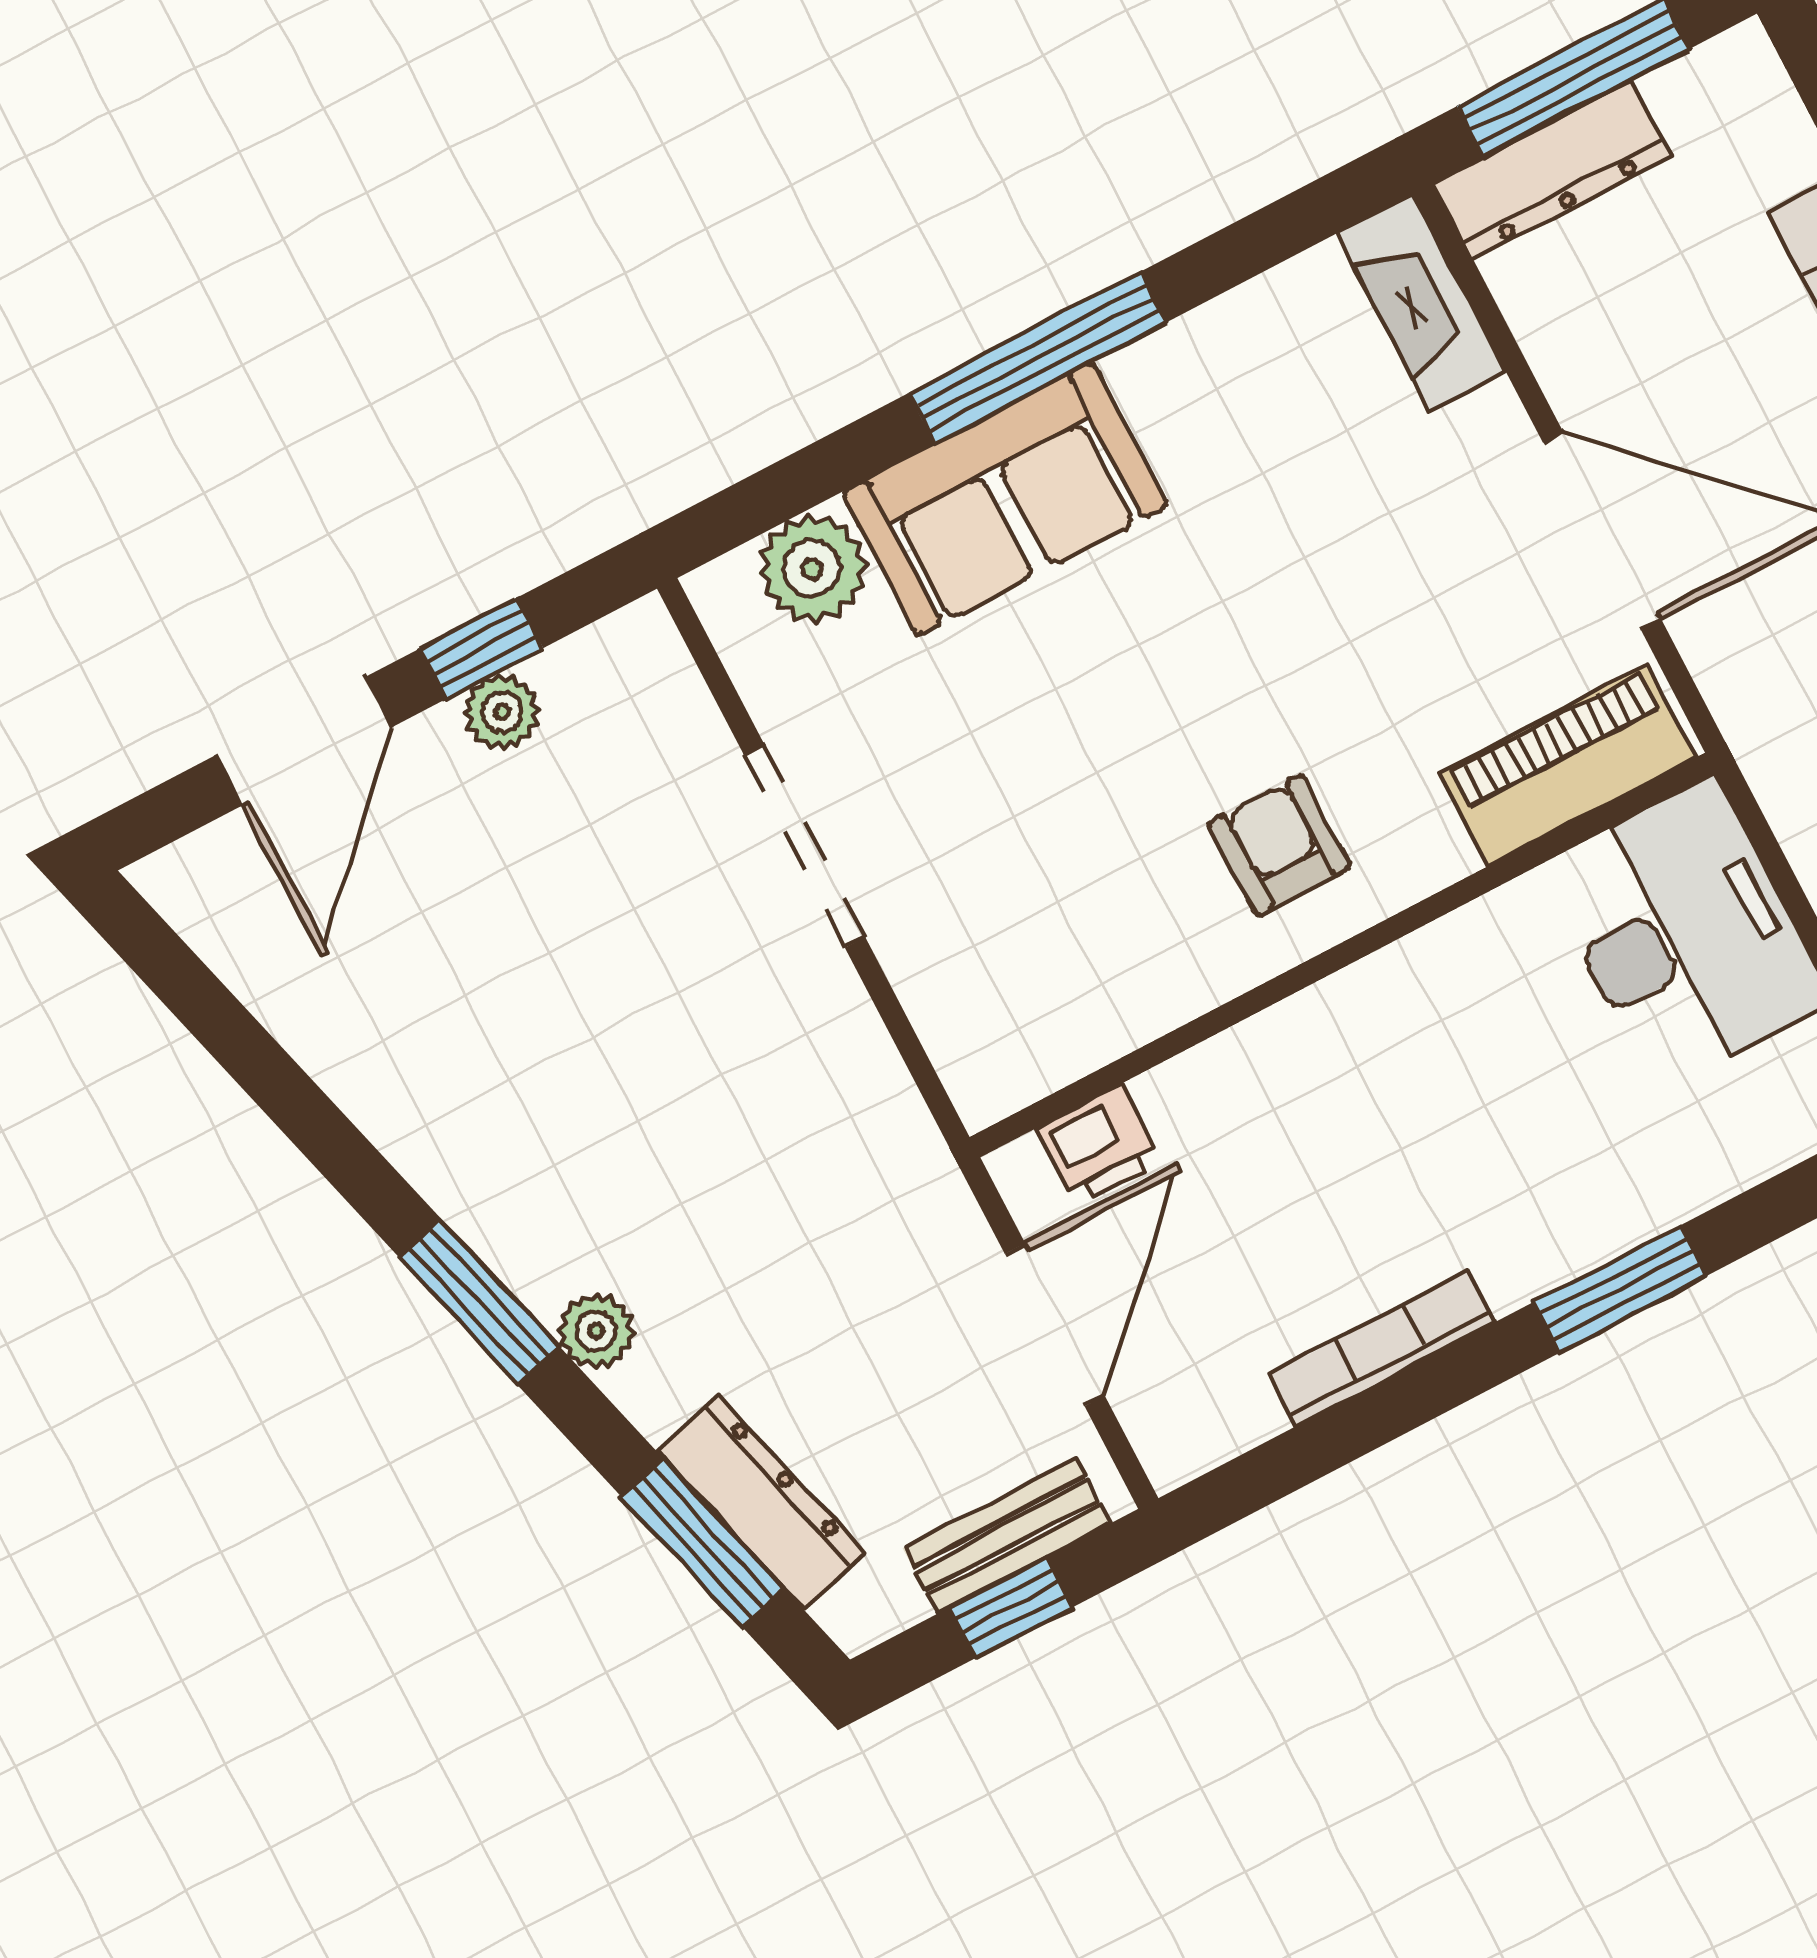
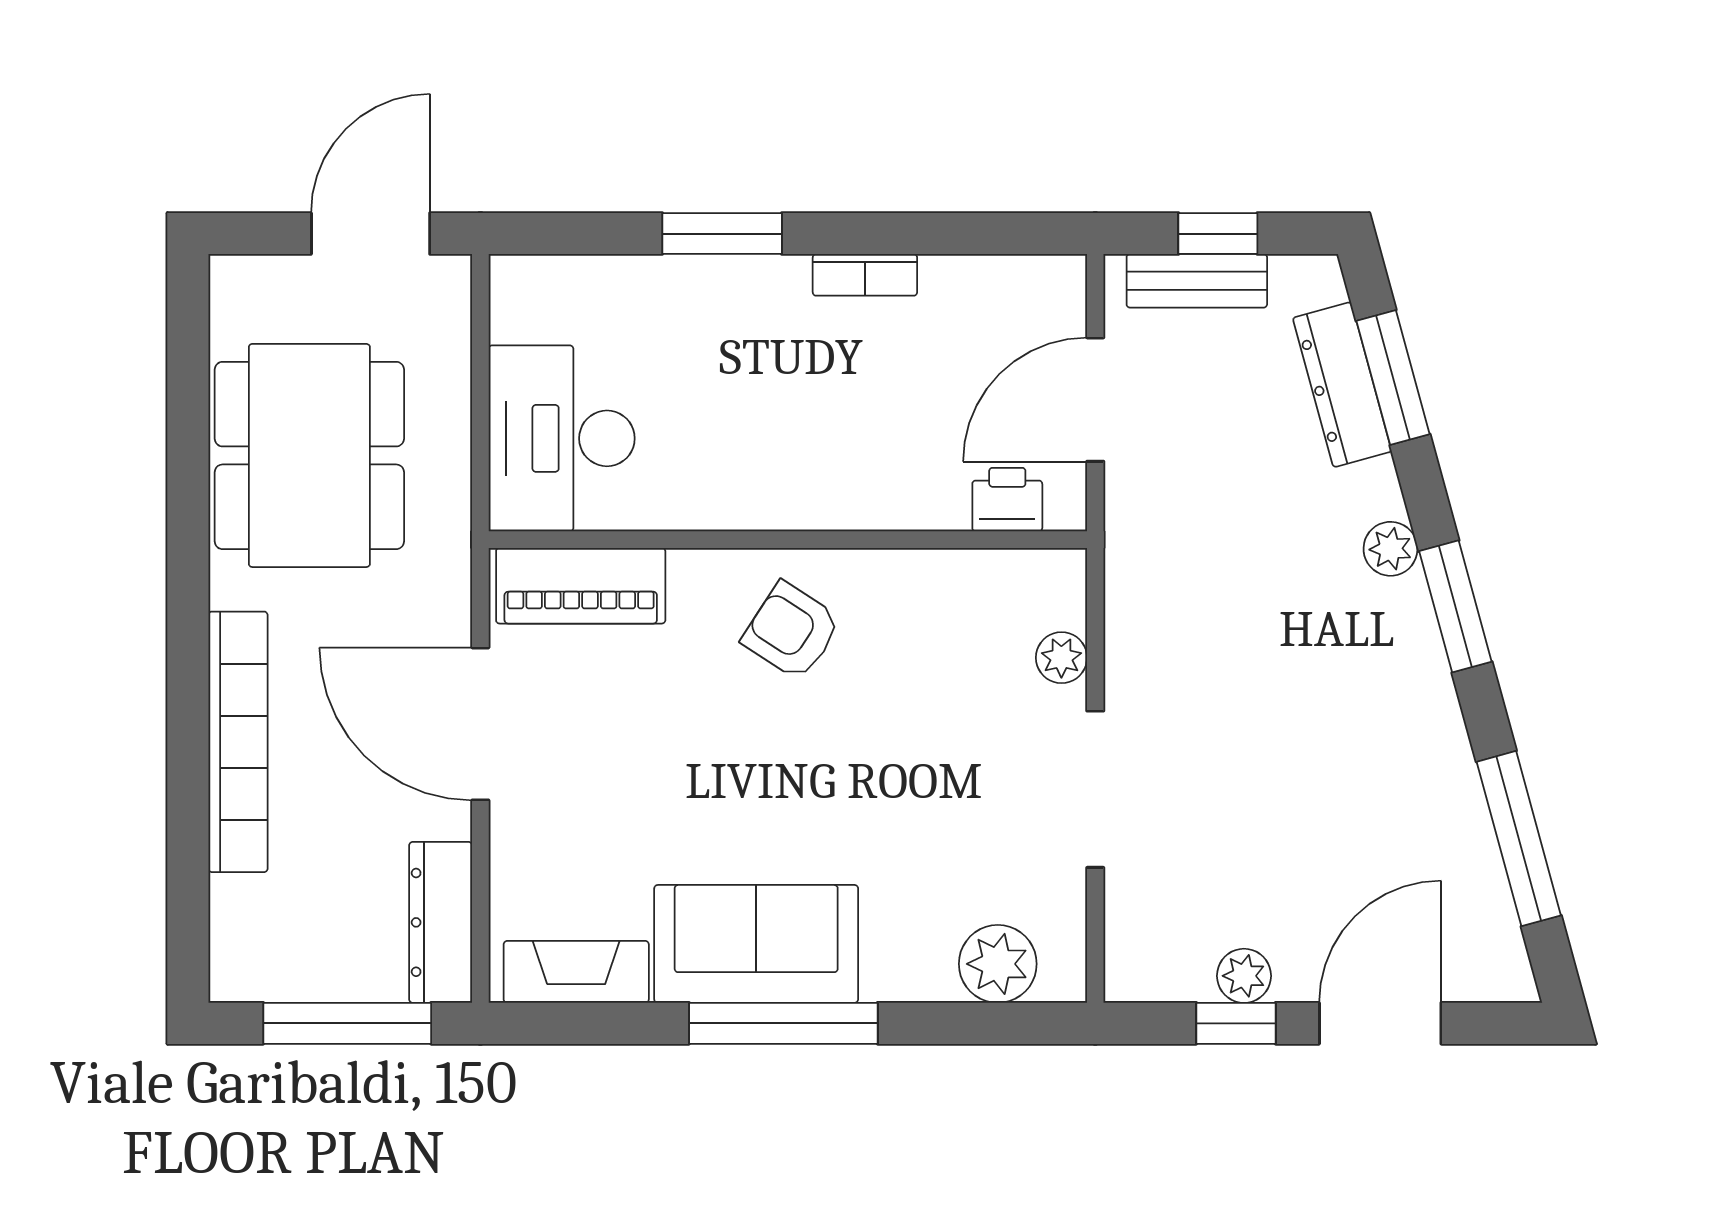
dresser: (1552, 170) -> (441, 922), moved, turned -90
fireplace: (1421, 303) -> (576, 972), moved, turned -90
sofa: (1005, 499) -> (756, 944), moved
armchair: (1279, 845) -> (792, 631), turned 123
plant: (931, 986) -> (1061, 658), added
window: (252, 1057) -> (1519, 839), added
bookcase: (1382, 1349) -> (865, 275), width x0.64

